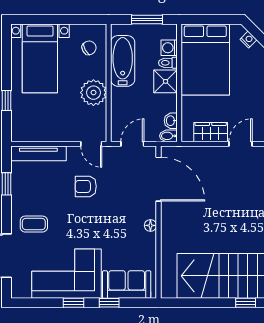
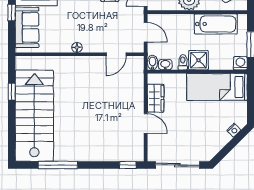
washing machine: (169, 48) -> (240, 63), moved
bed: (205, 59) -> (217, 87), width x0.67
toilet: (168, 63) -> (183, 62), moved
door: (158, 179) -> (116, 54), width x0.53
window: (246, 303) -> (12, 92), moved

